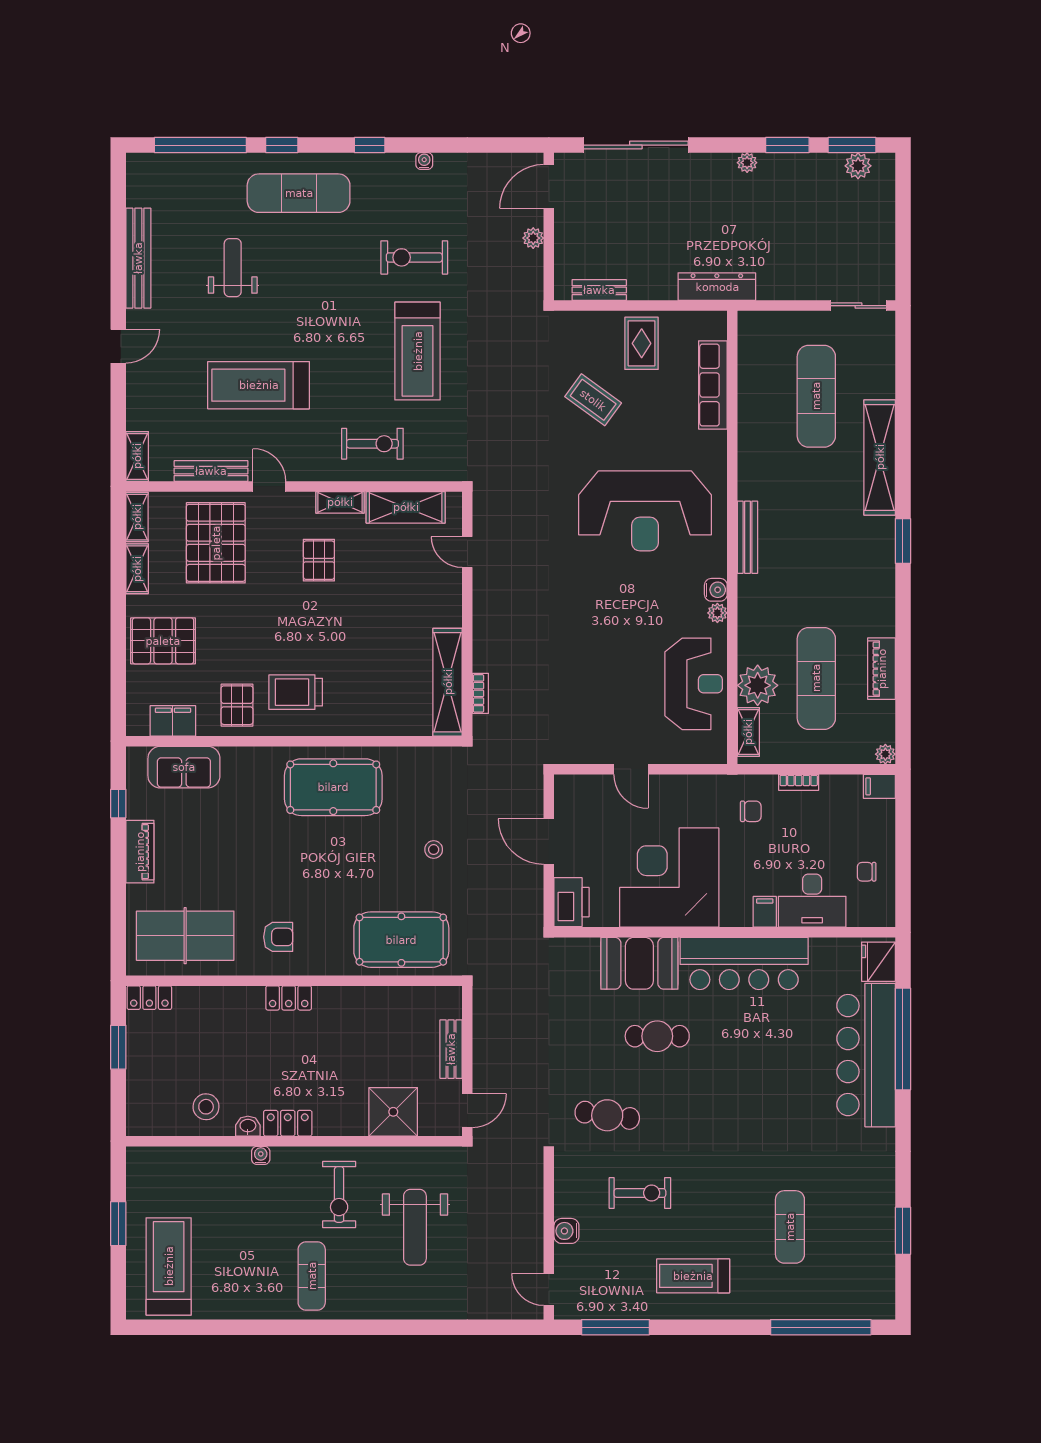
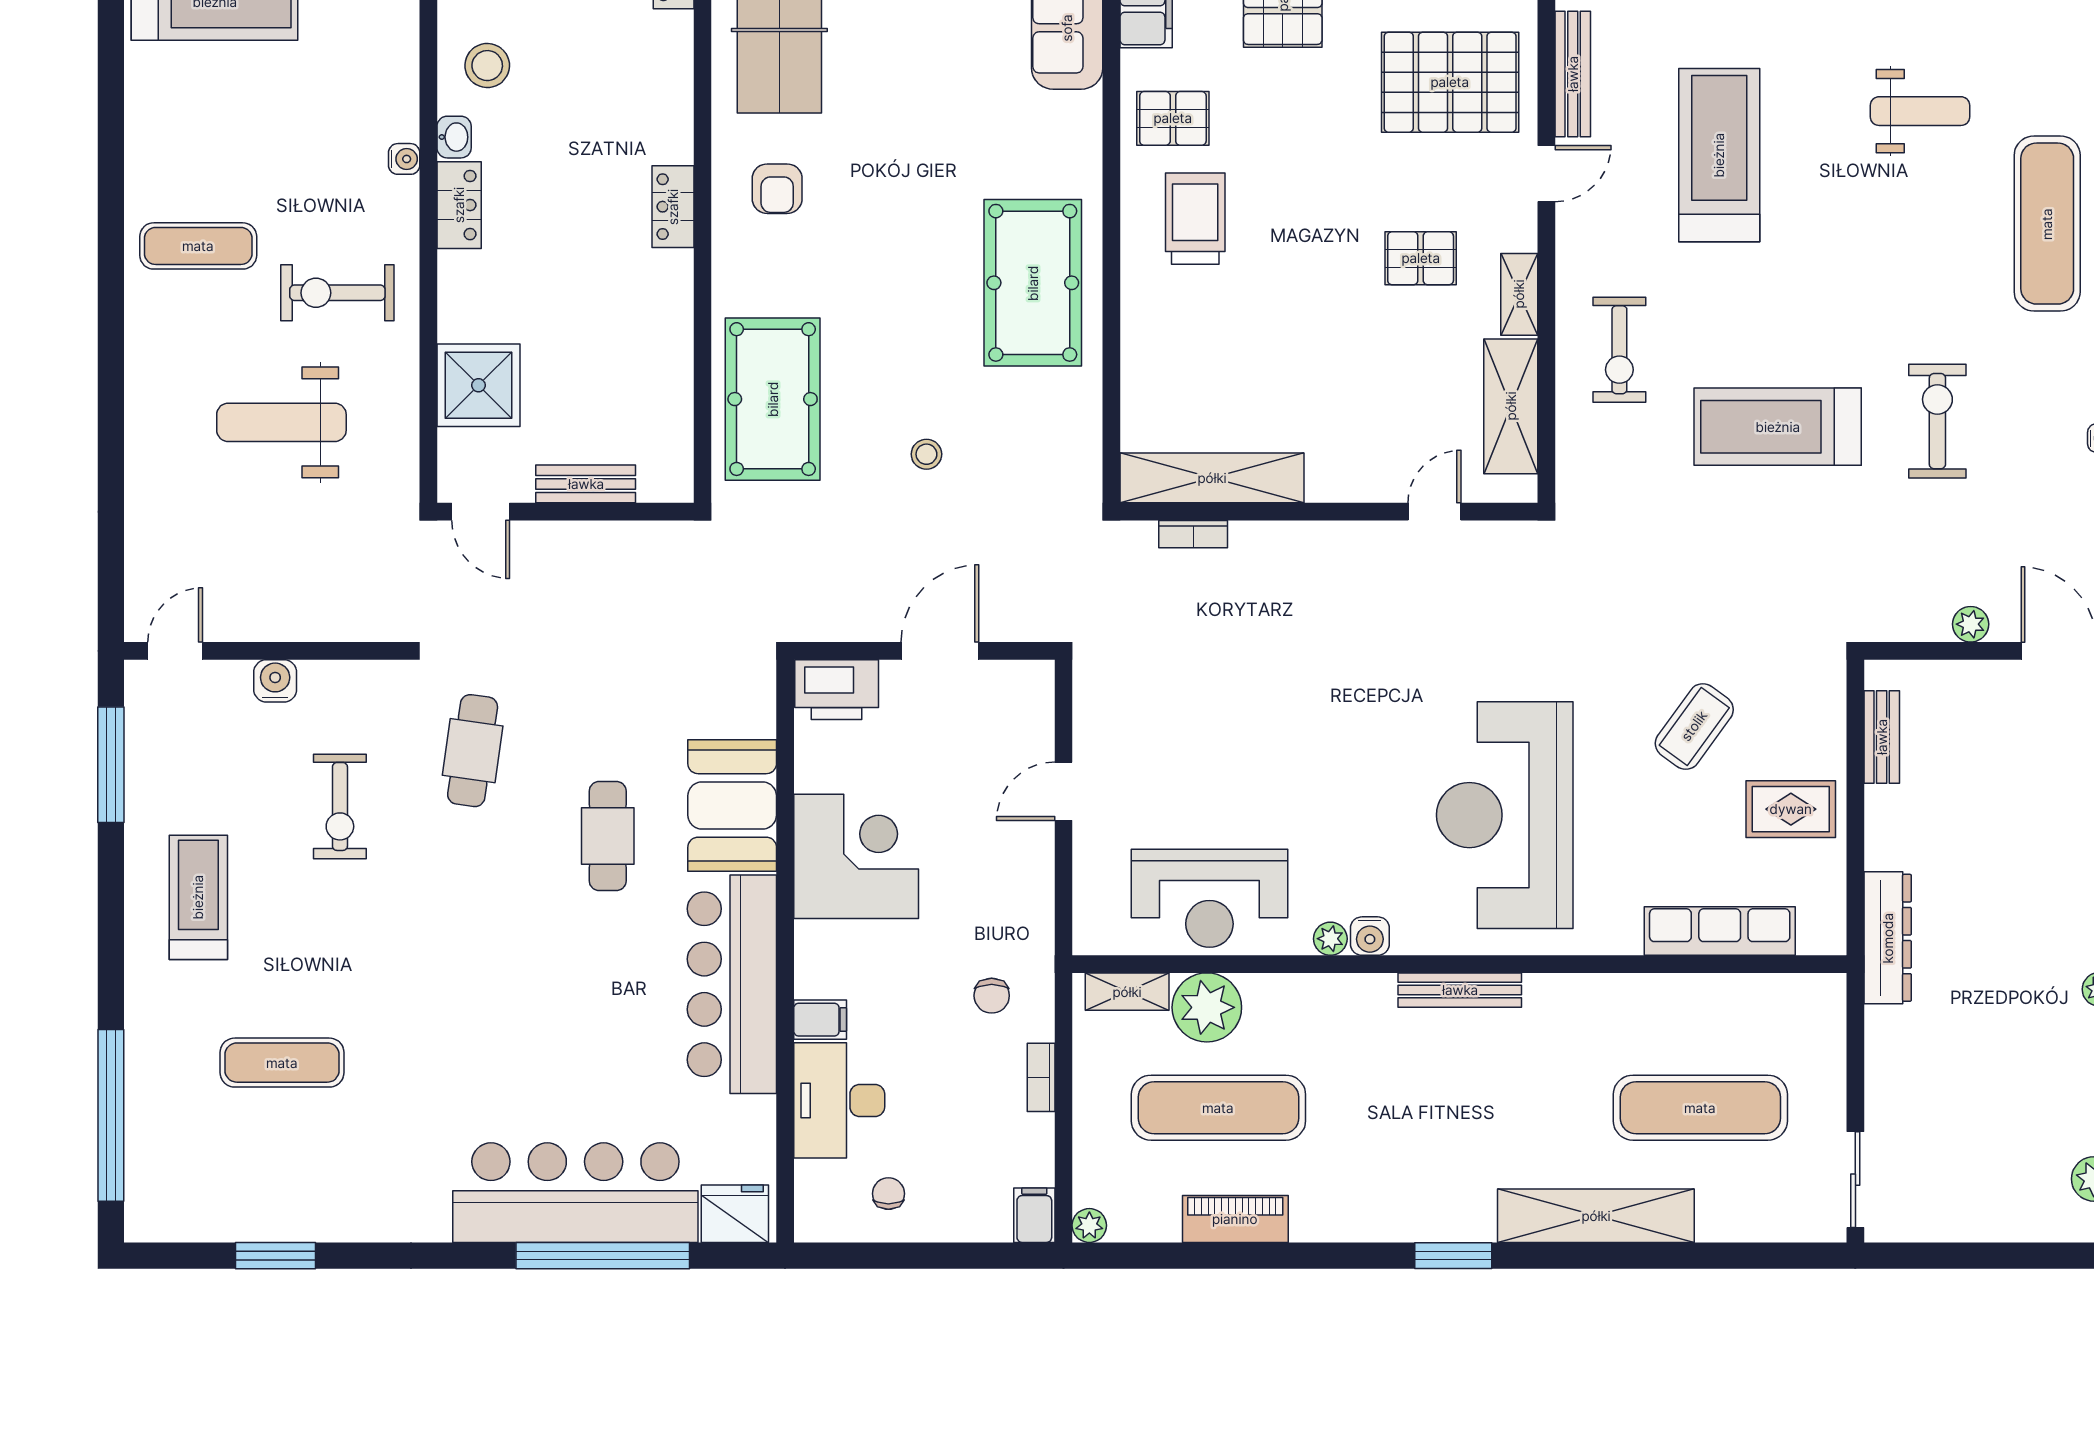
corner desk: (669, 878) -> (856, 856), width x0.74, depth x0.74

